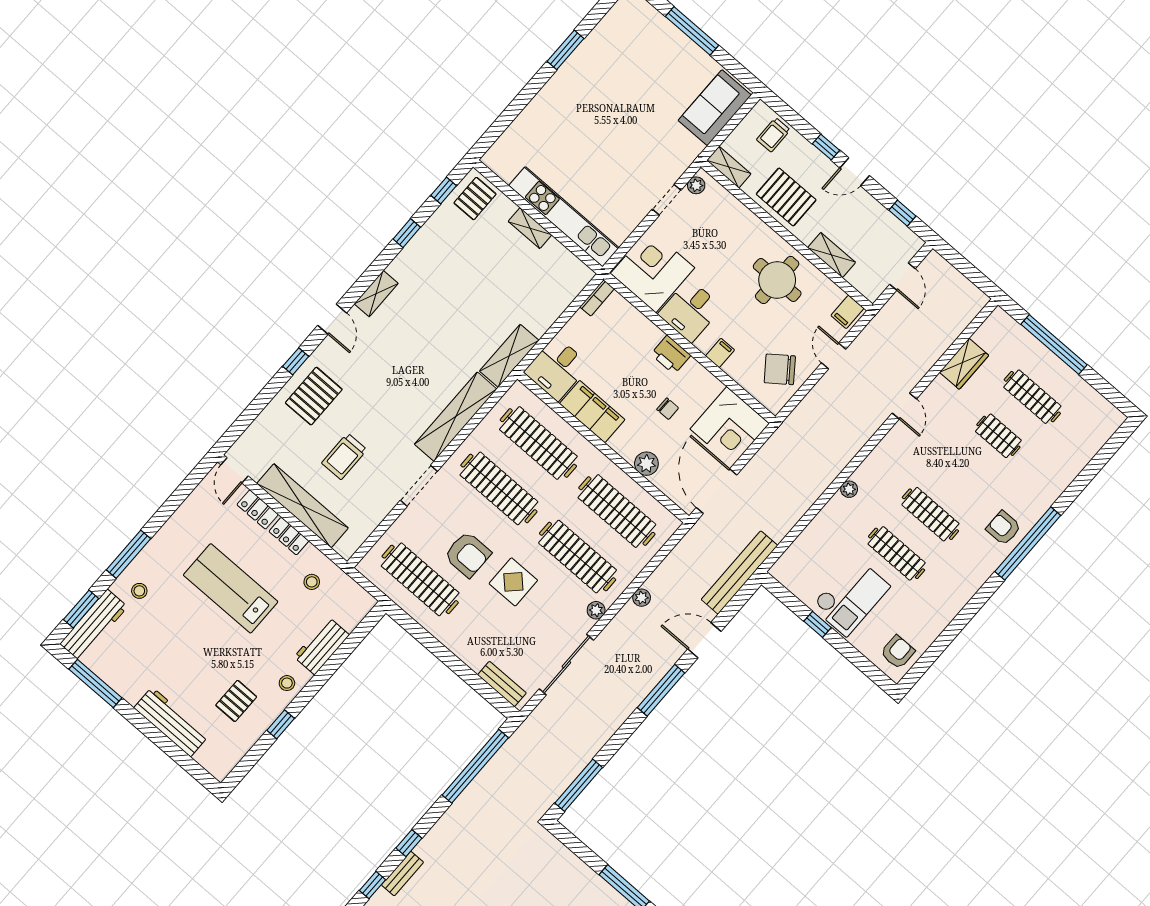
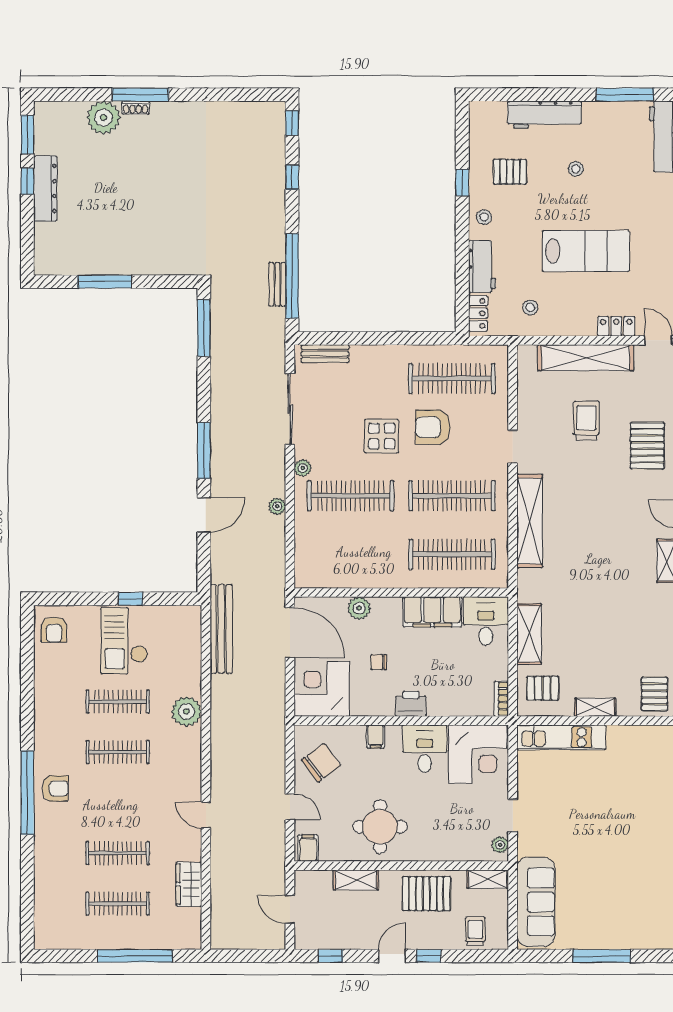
sofa: (715, 108) -> (536, 902), width x1.36
kitchen unit: (564, 217) -> (561, 737), width x0.73
pallet: (558, 278) -> (543, 688), added
shelving: (509, 356) -> (529, 634), moved
clothes rail: (998, 436) -> (118, 853), width x1.36
doorway: (419, 486) -> (513, 447), width x0.73
plant: (849, 489) -> (187, 711), width x1.87, depth x1.87
clothes rail: (617, 511) -> (351, 554), removed
locker: (289, 536) -> (478, 313), moved, turned 90
bench: (739, 572) -> (221, 629), moved
stool: (139, 591) -> (576, 169), moved
pallet: (236, 701) -> (510, 172), turned 90
bench: (402, 874) -> (277, 284), moved

